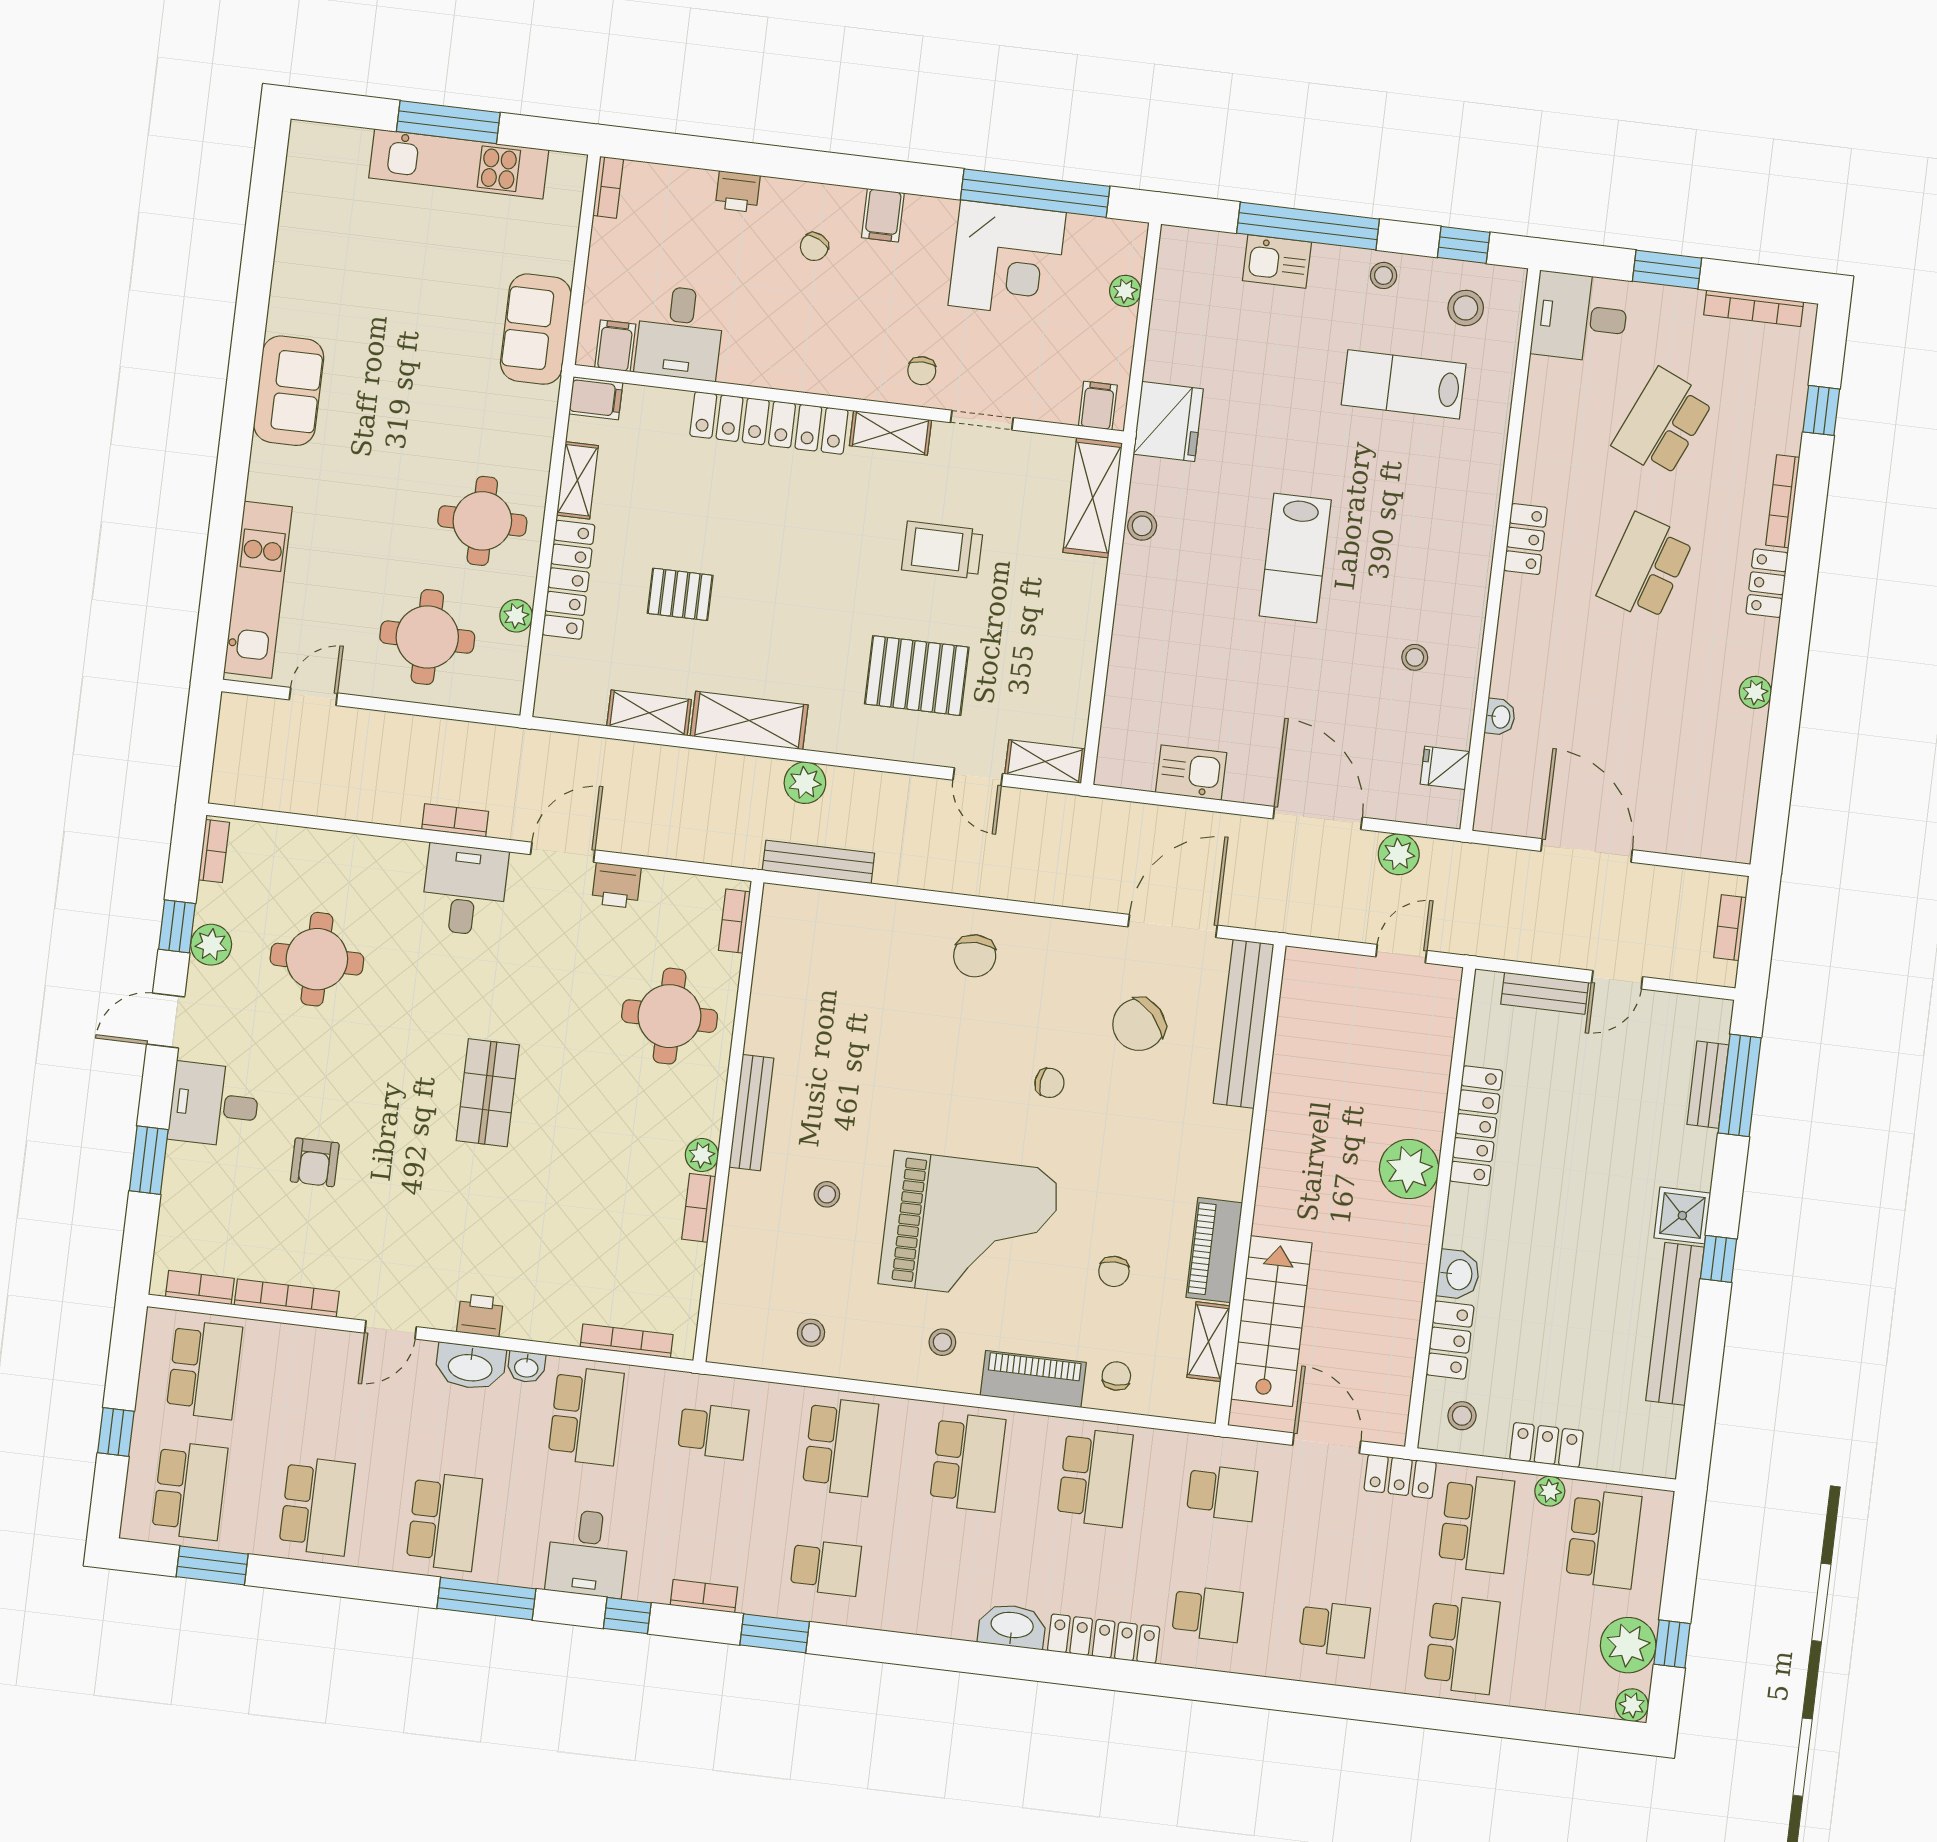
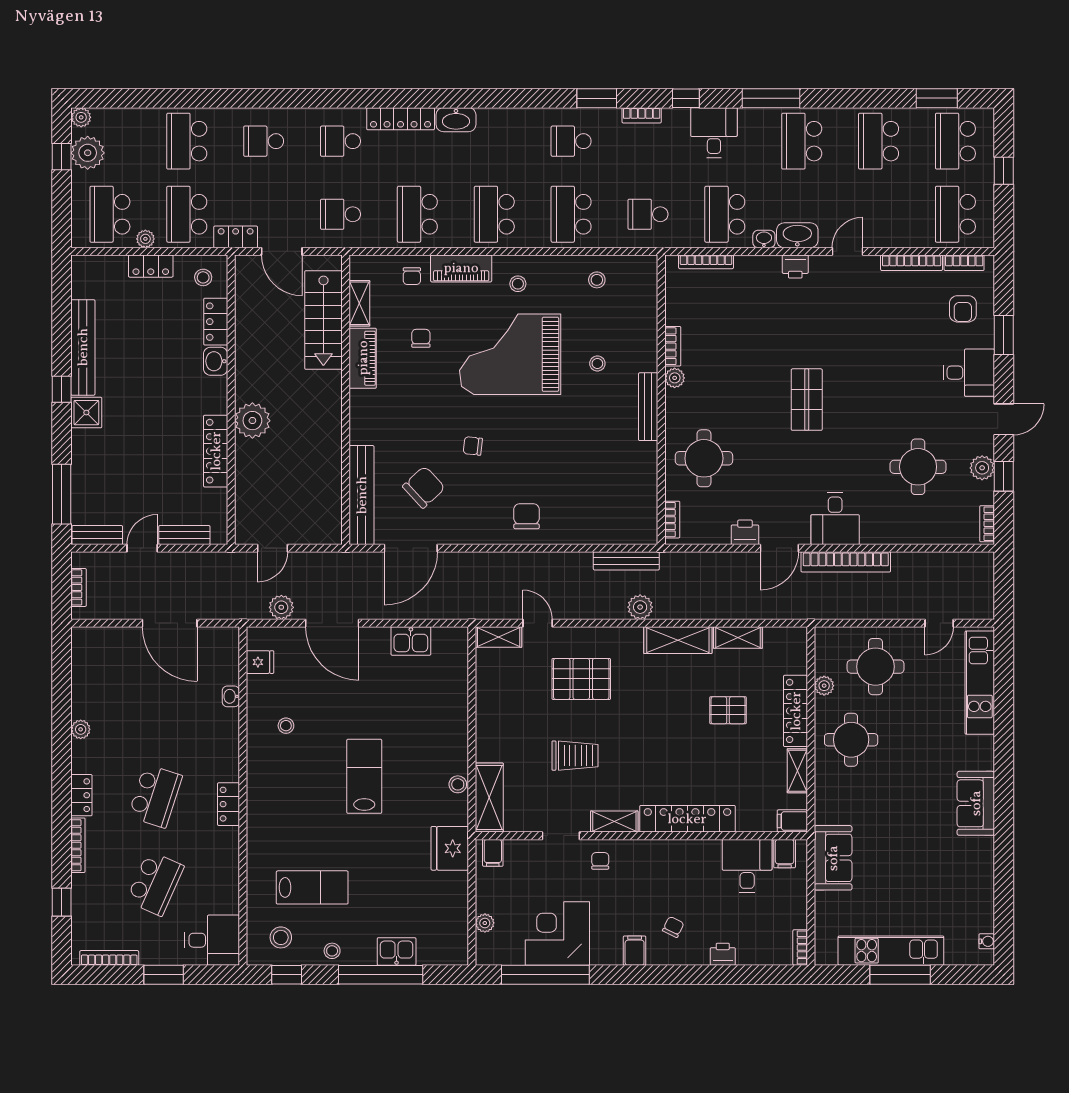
water cooler: (298, 160) -> (987, 941), added
bookcase: (455, 820) -> (846, 562), width x2.31, depth x1.31
bench: (1708, 1085) -> (97, 535), moved, turned 90
armchair: (315, 1162) -> (963, 309), moved, turned 180

